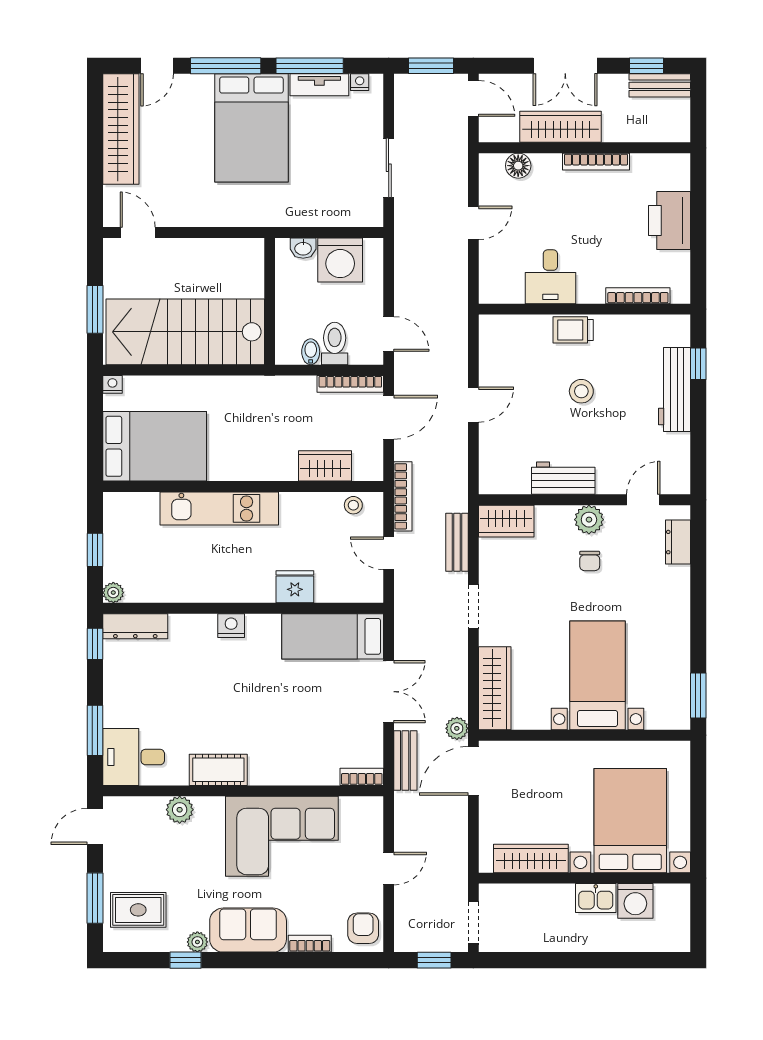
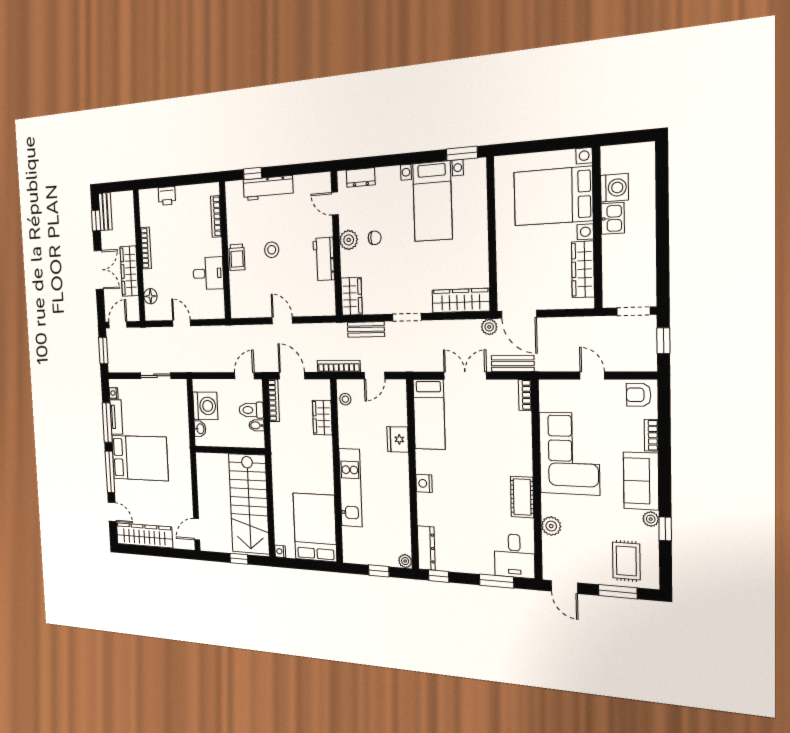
printer: (669, 220) -> (167, 196), width x0.53, depth x0.68
window: (95, 309) -> (239, 559), width x0.67
bed with nightstands: (598, 675) -> (432, 201), moved, turned -90

